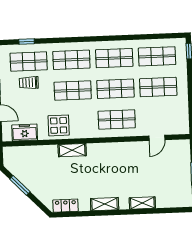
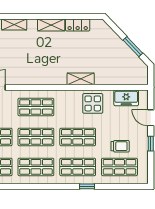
window: (27, 42) -> (87, 186), moved
locker: (65, 206) -> (78, 25), moved

